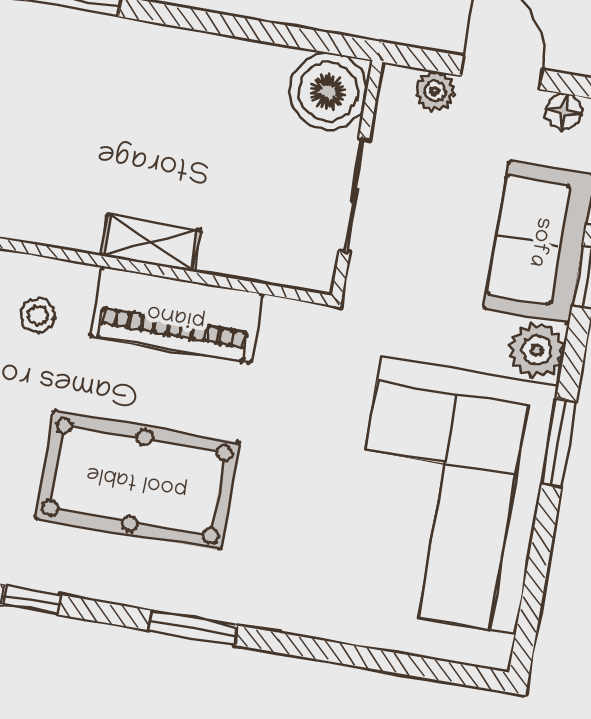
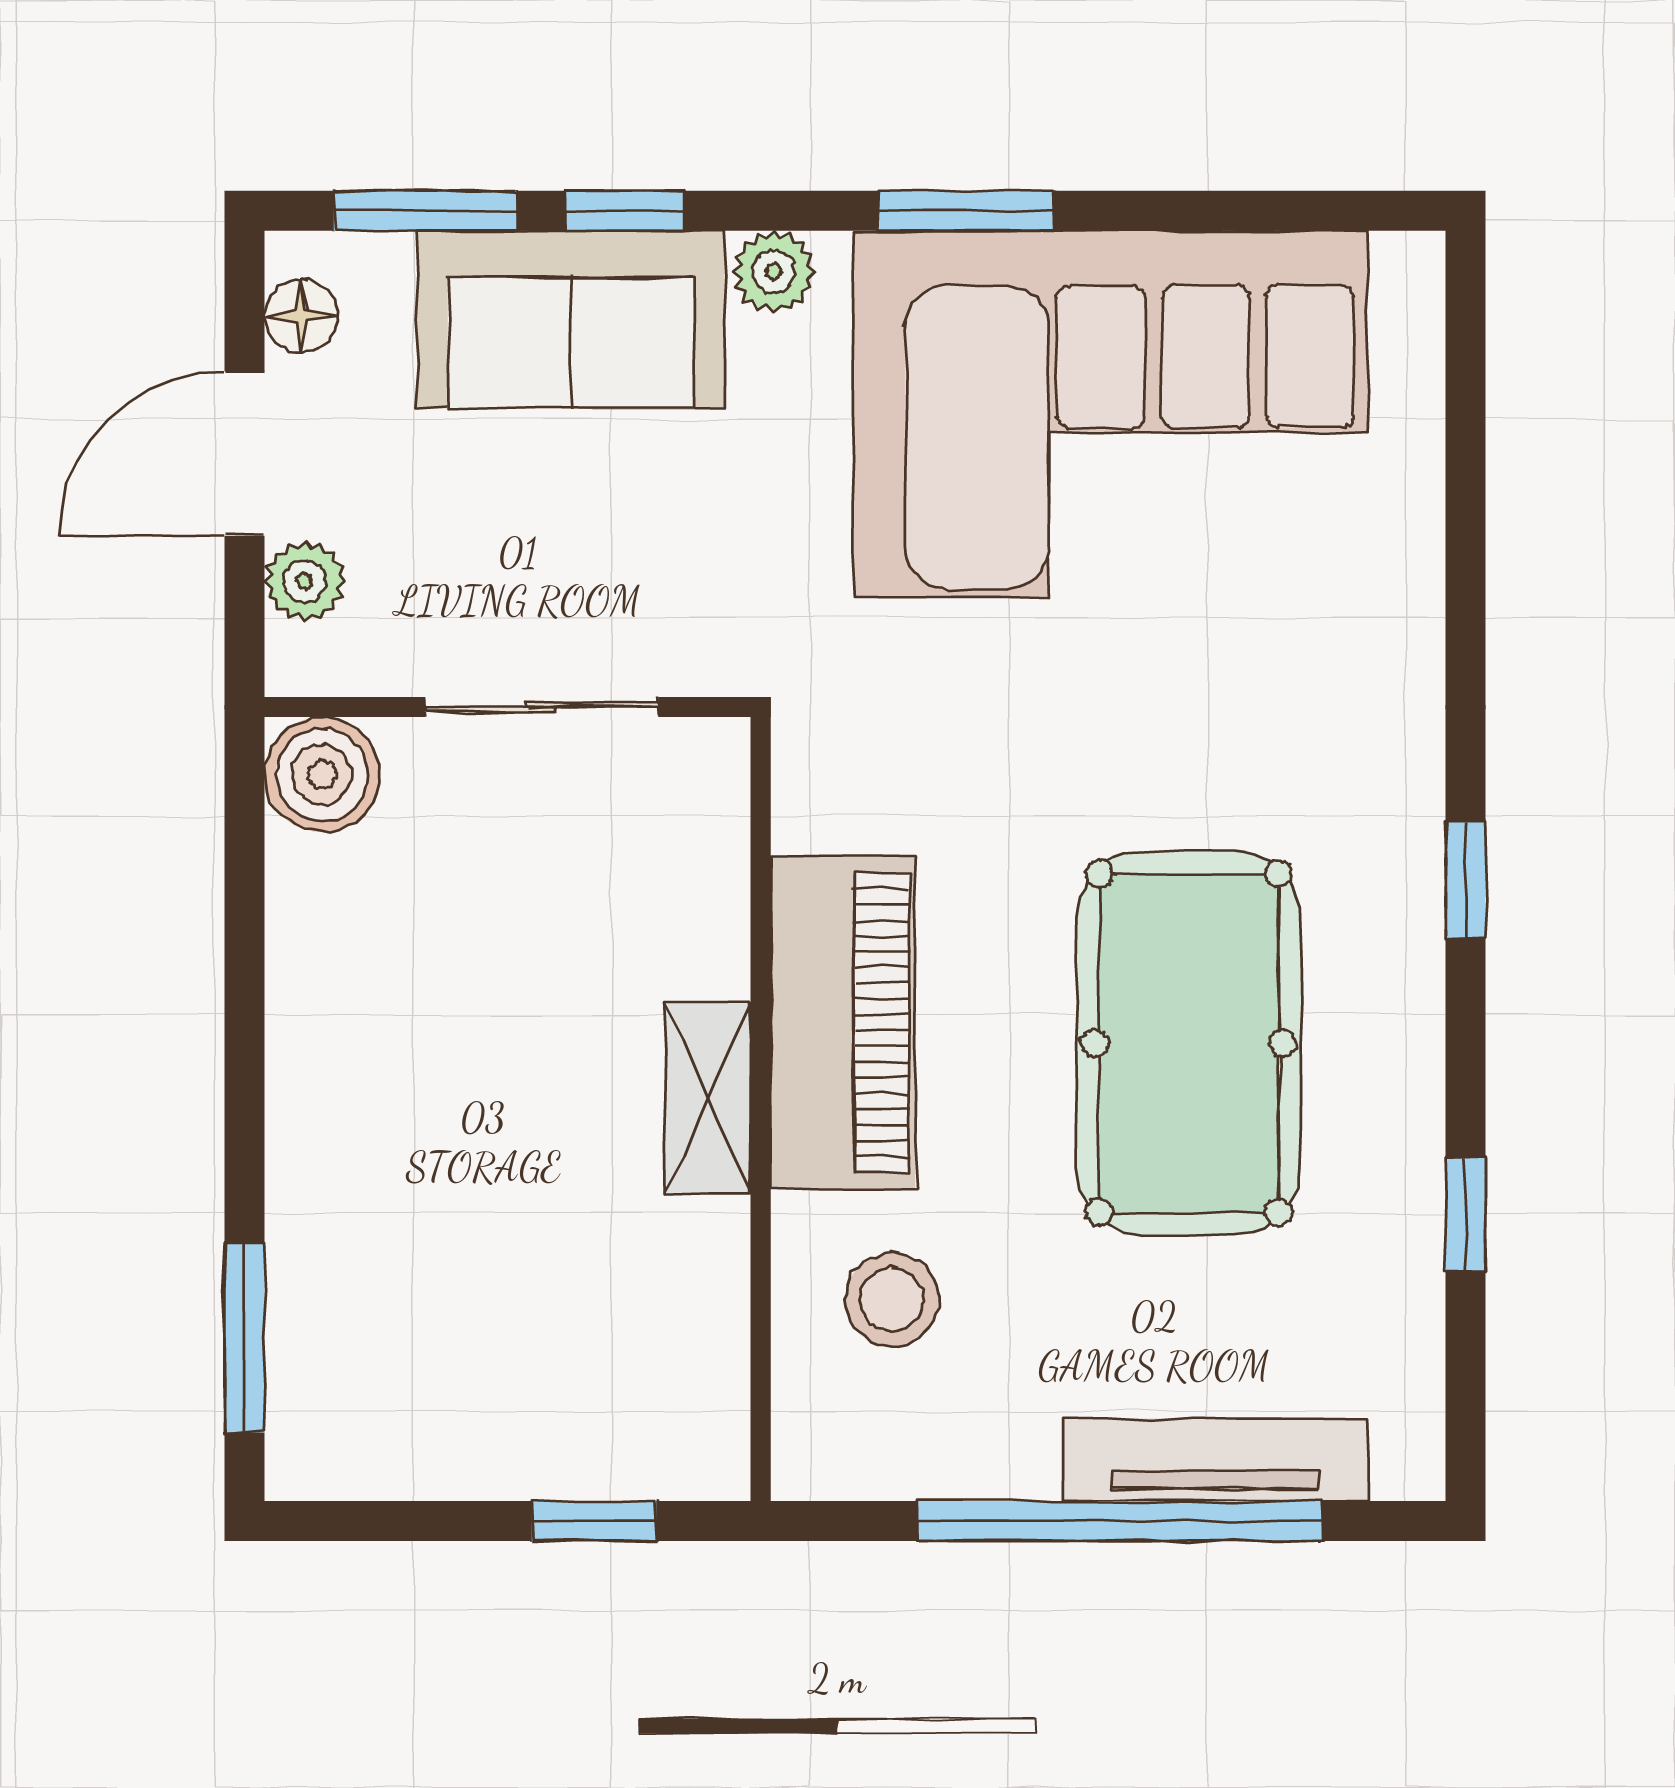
boiler: (328, 92) -> (322, 775), width x0.73, depth x0.73
stool: (38, 315) -> (892, 1300), width x1.37, depth x1.37
plant: (537, 350) -> (774, 272), width x0.73, depth x0.73
window: (193, 628) -> (1465, 880), width x0.67

